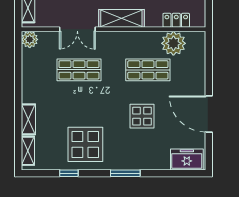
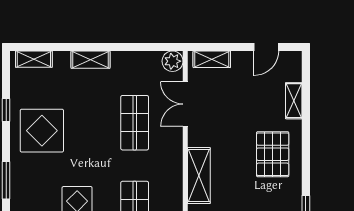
double door: (77, 29) -> (185, 104), moved
shelving: (28, 119) -> (90, 60), moved

